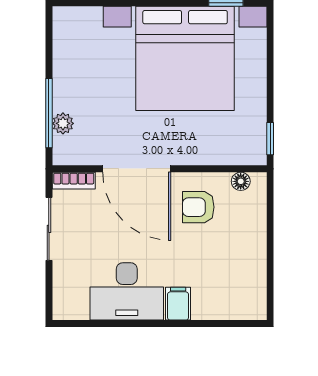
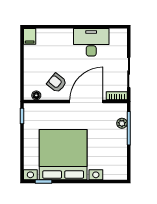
door: (137, 169) -> (86, 101), hinge flipped
armchair: (198, 207) -> (57, 83), turned -141
filing cabinet: (178, 304) -> (30, 36), moved

